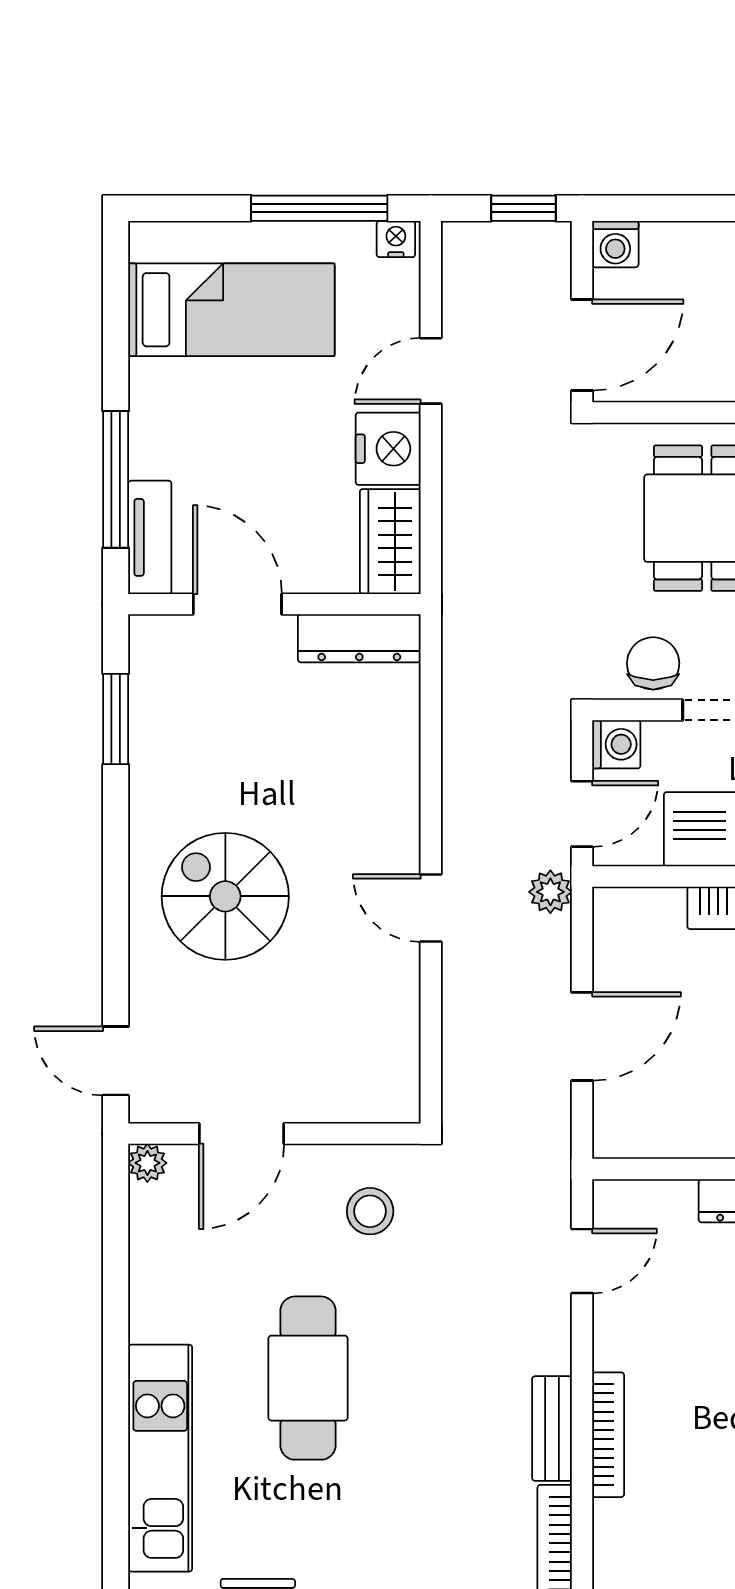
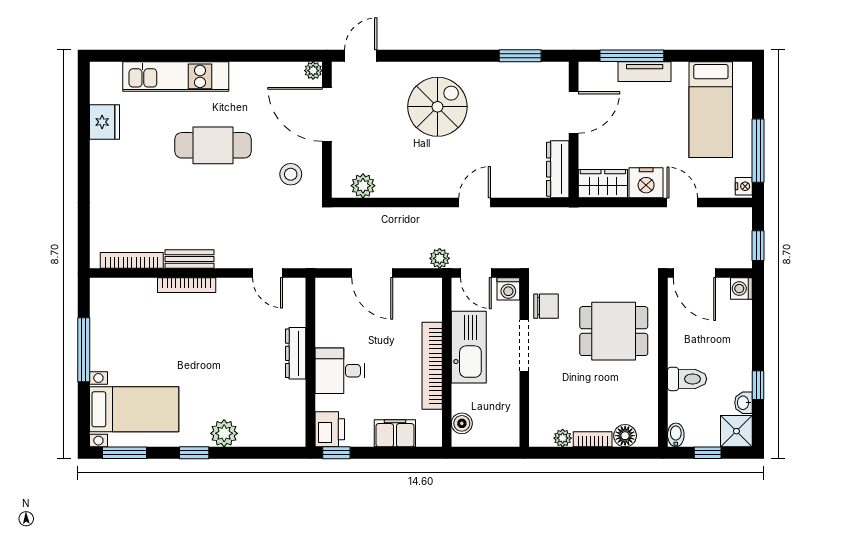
tv unit: (150, 537) -> (645, 72), moved
door: (431, 908) -> (475, 203), moved
plant: (395, 1056) -> (363, 186), added
door: (242, 1134) -> (327, 114), width x1.36

